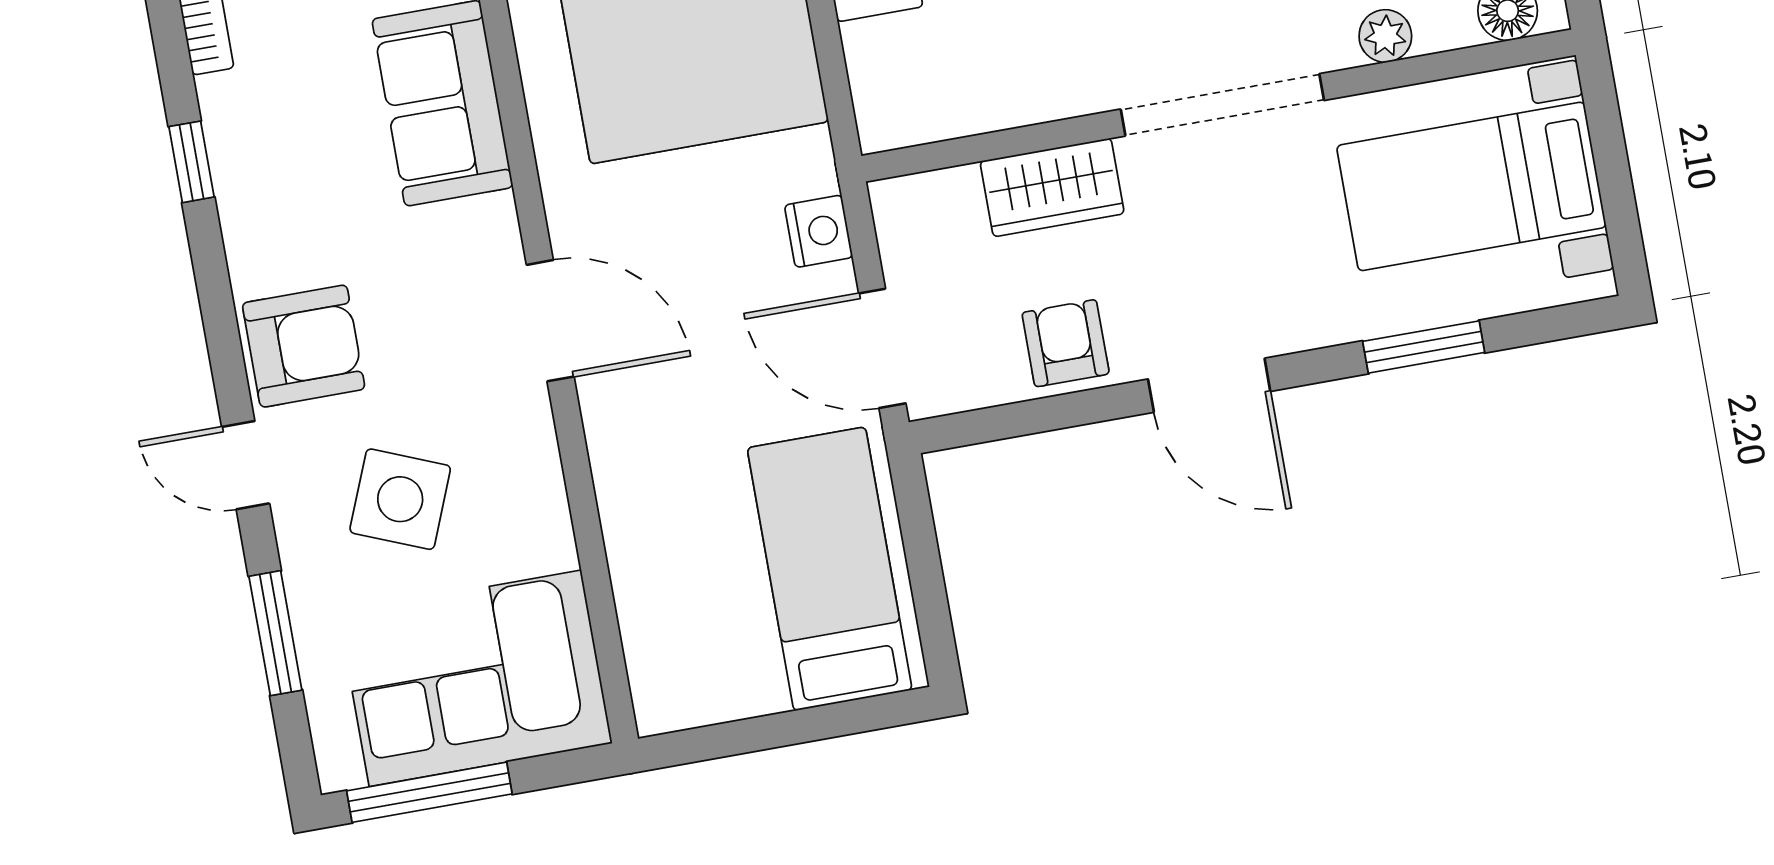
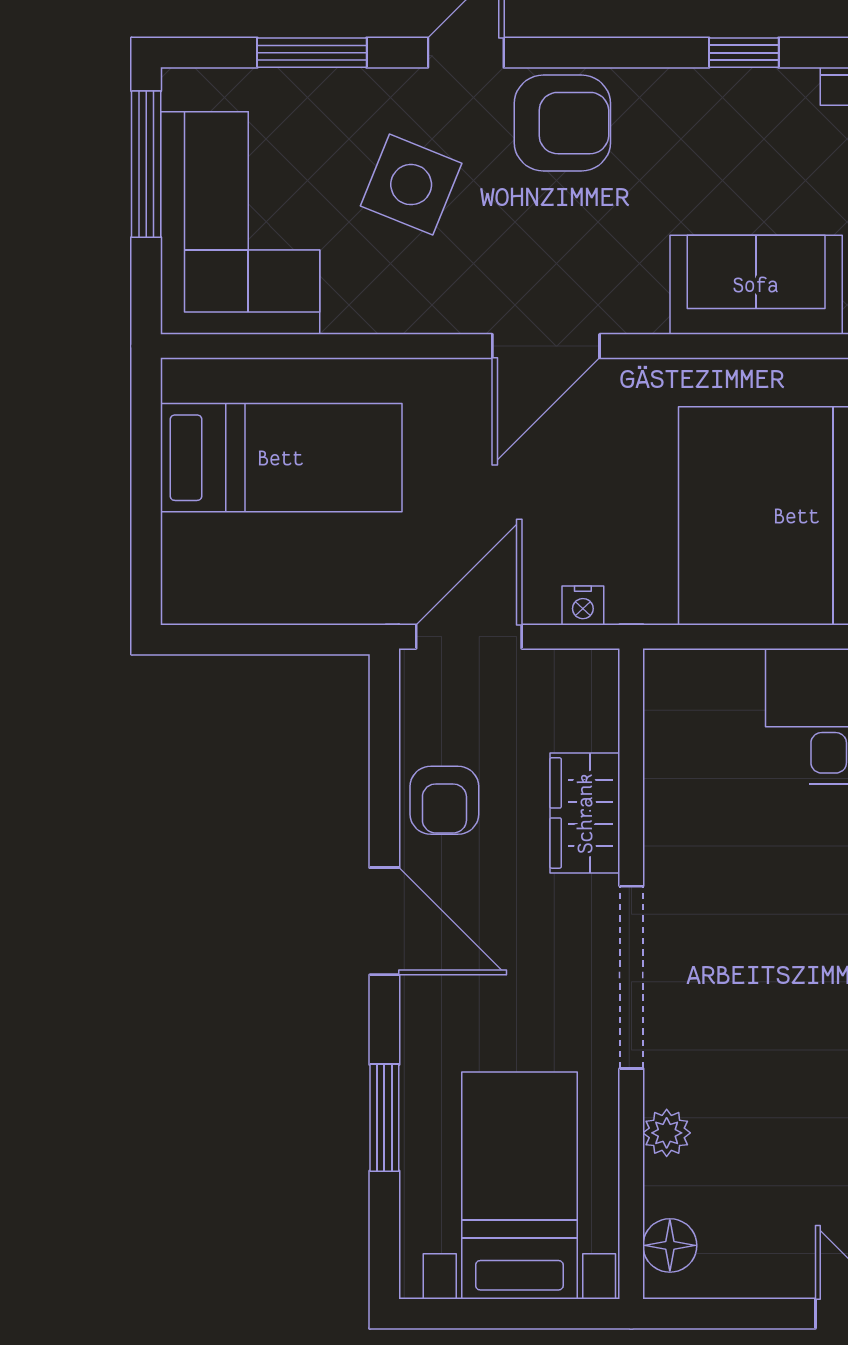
nightstand: (819, 231) -> (583, 605), width x0.72, depth x0.74
armchair: (1066, 343) -> (444, 800), turned 90
armchair: (304, 346) -> (562, 123), turned -90
door: (1209, 385) -> (384, 921), swing flipped
bed: (830, 569) -> (281, 458), moved

